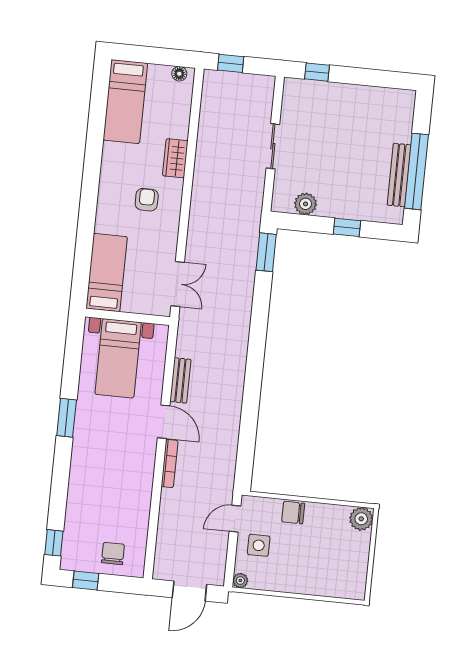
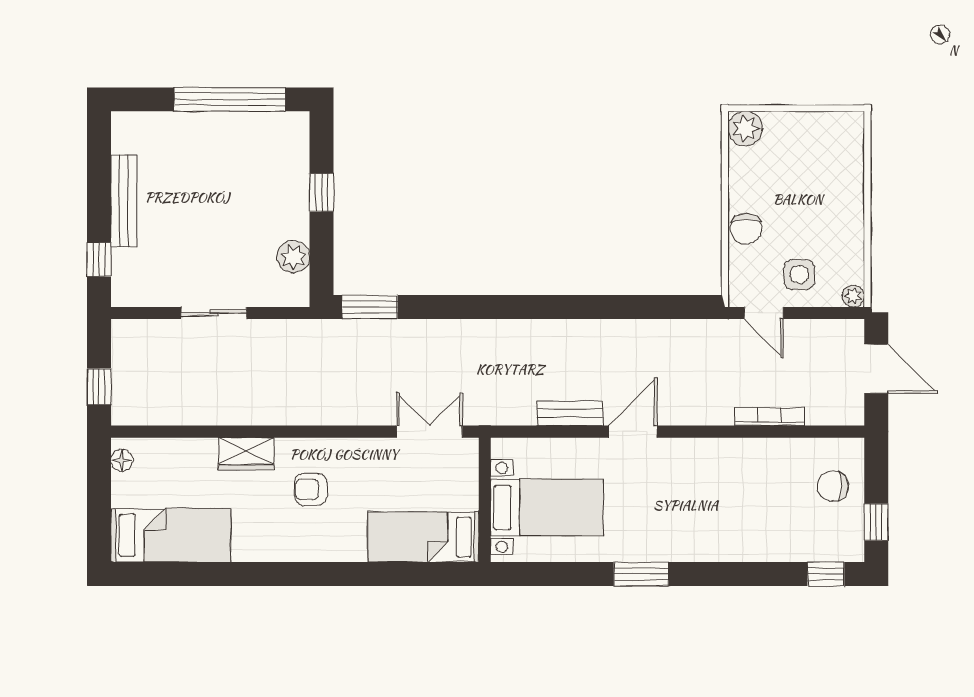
bench: (399, 175) -> (124, 201), moved, turned 90
bookcase: (170, 464) -> (770, 417), moved

